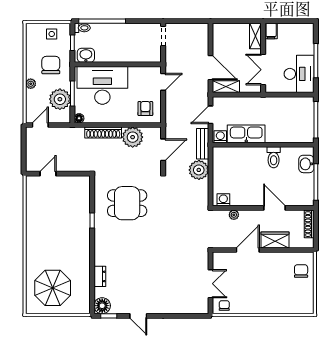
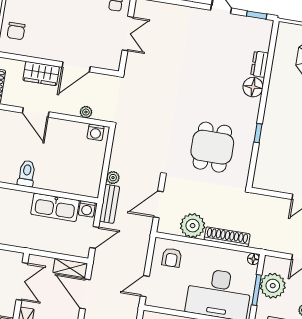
plant: (199, 170) -> (113, 178), width x0.53, depth x0.53
dining table: (127, 203) -> (212, 147), turned 90
double door: (211, 284) -> (128, 34), swing flipped
floor lamp: (102, 306) -> (253, 87), moved

